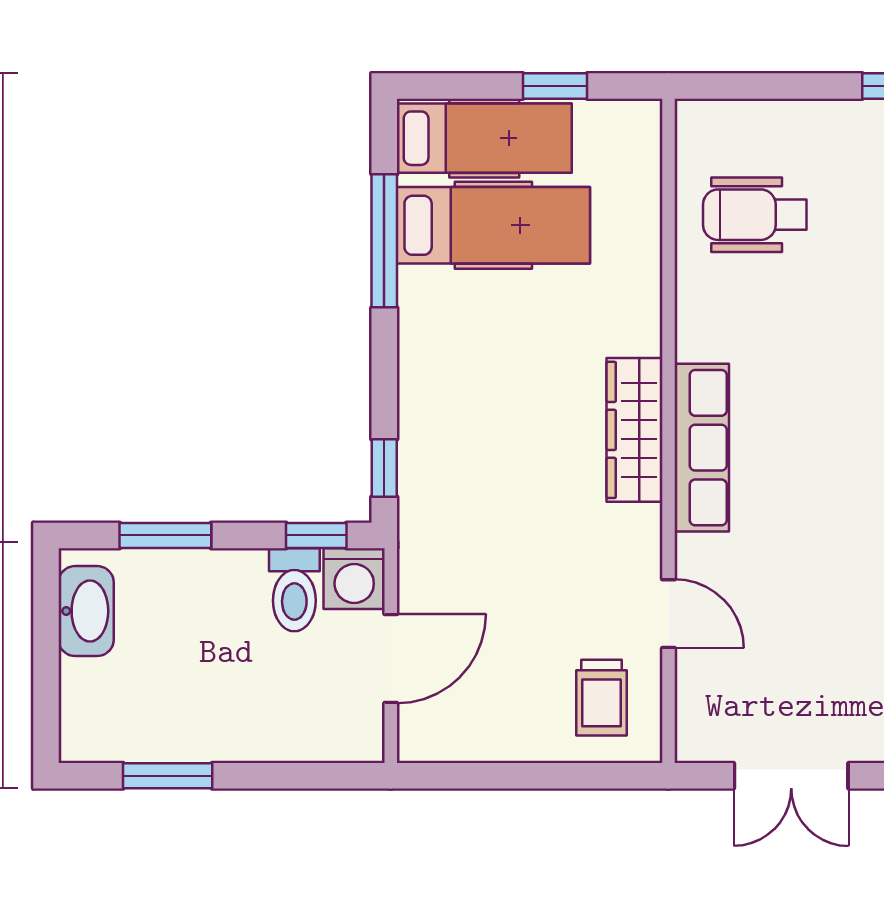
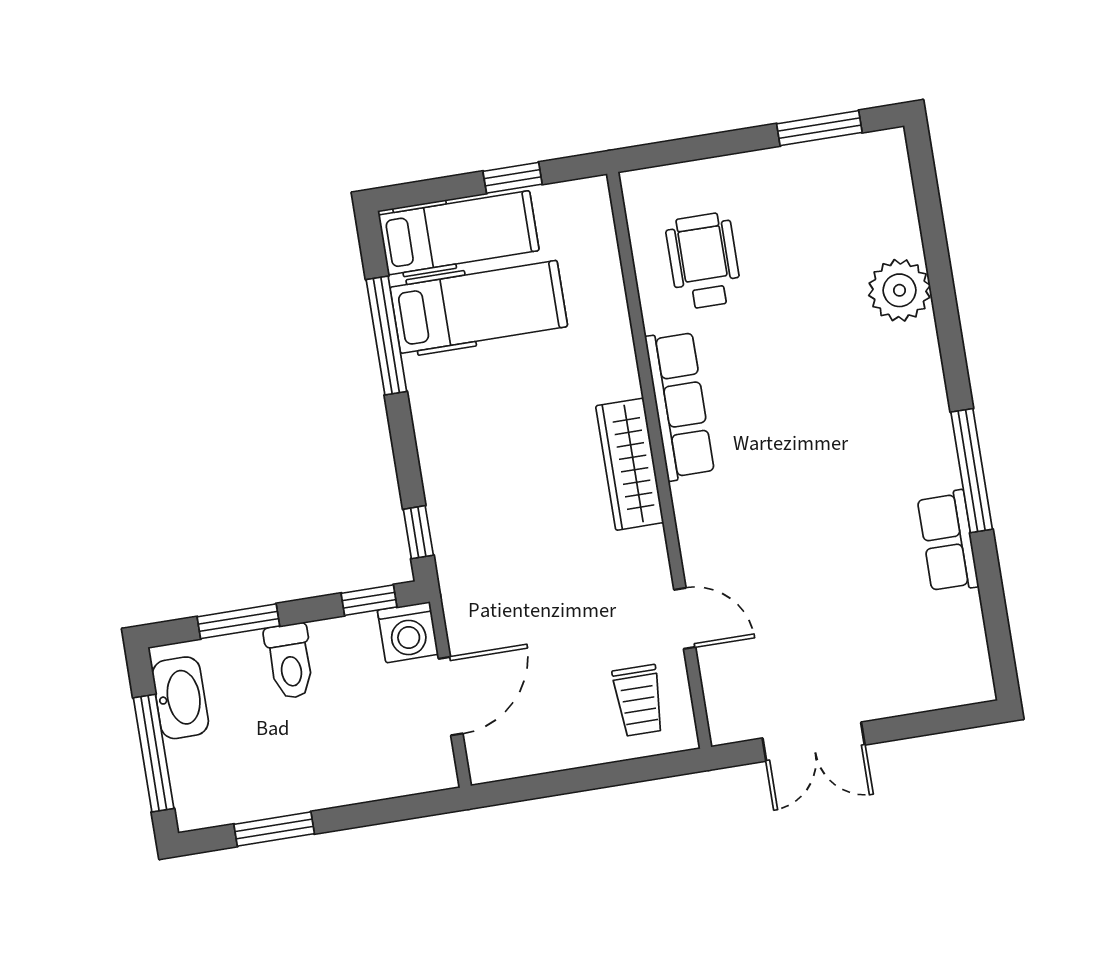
wheelchair: (755, 215) -> (704, 261), turned 90
row of seats: (702, 448) -> (680, 405), moved
toilet: (294, 590) -> (290, 661), moved
window: (46, 668) -> (154, 753), added

